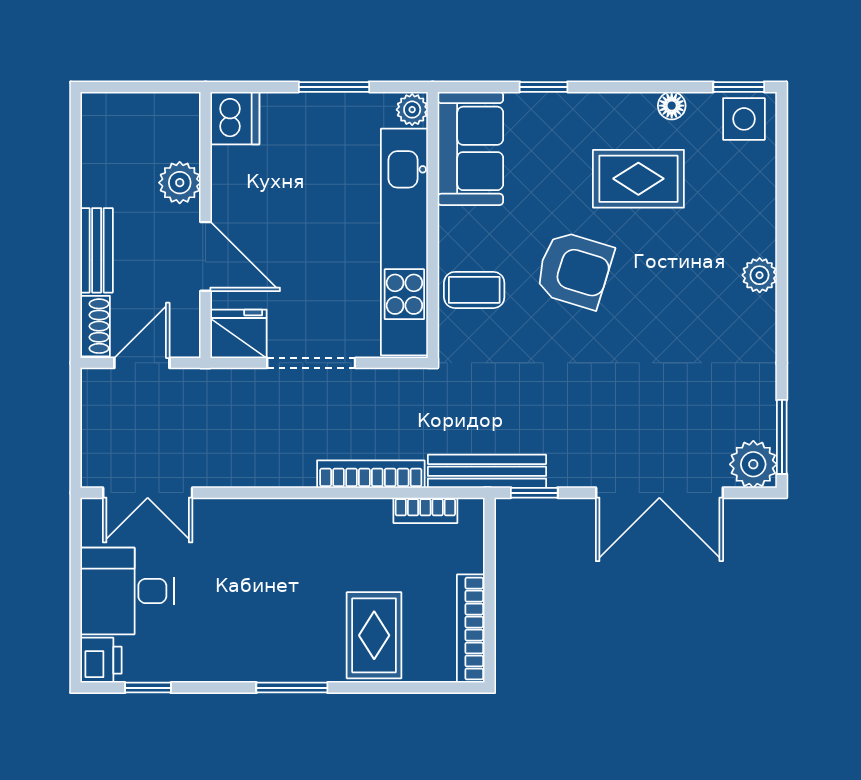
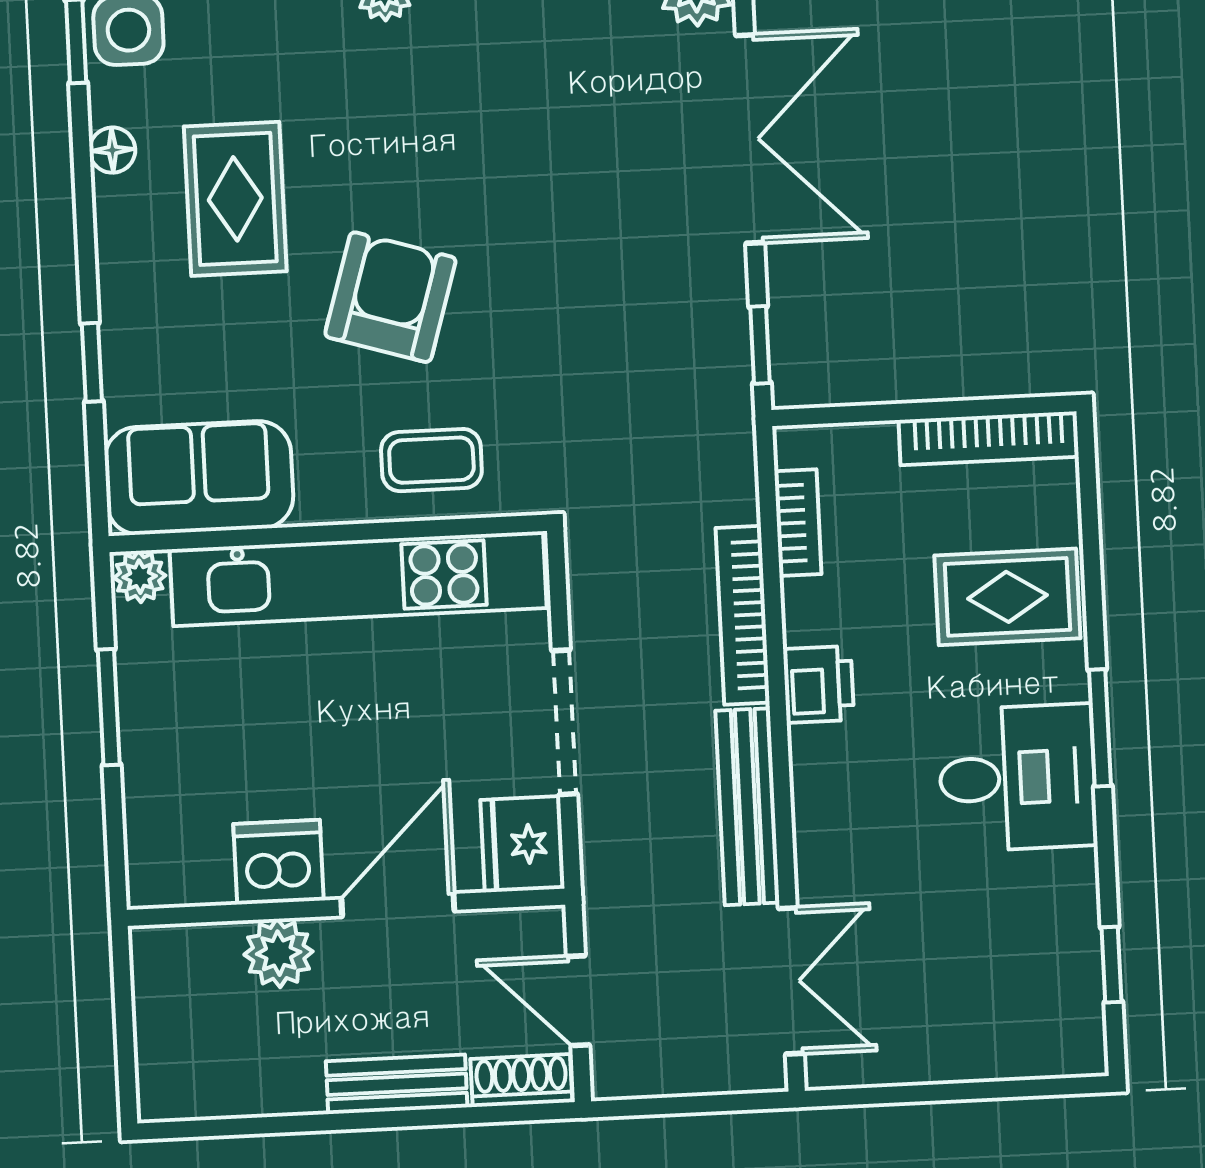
dishwasher: (235, 118) -> (279, 862), moved
coffee table: (474, 290) -> (431, 460), turned 90
bench: (487, 471) -> (747, 807), moved
desk: (127, 591) -> (1017, 778), moved, turned -90
printer: (101, 660) -> (819, 684), moved, turned 90

